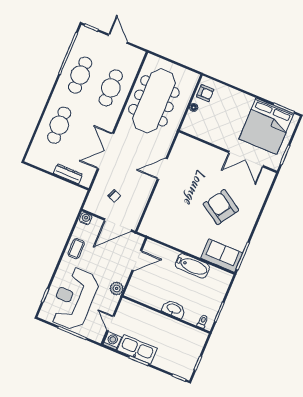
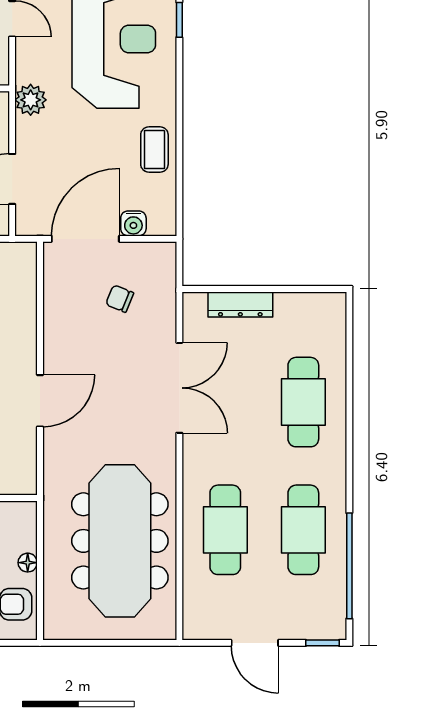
water cooler: (86, 219) -> (133, 223), moved

